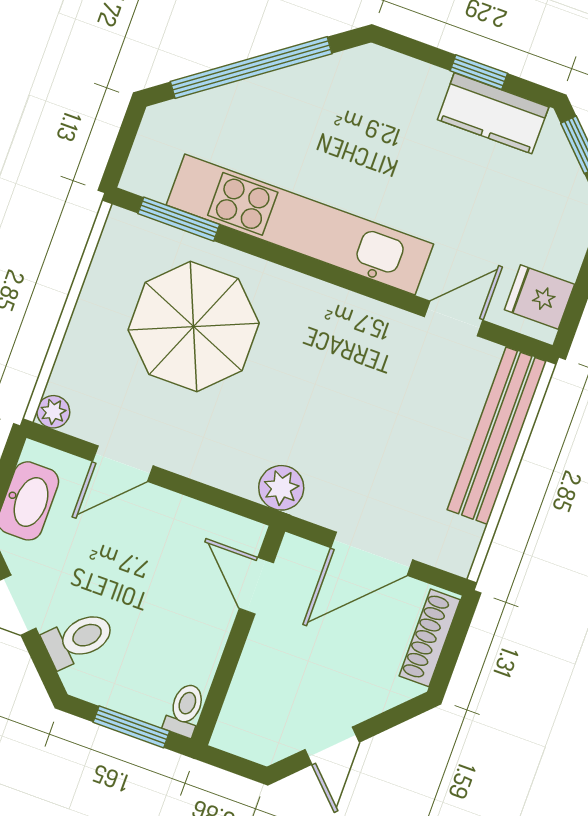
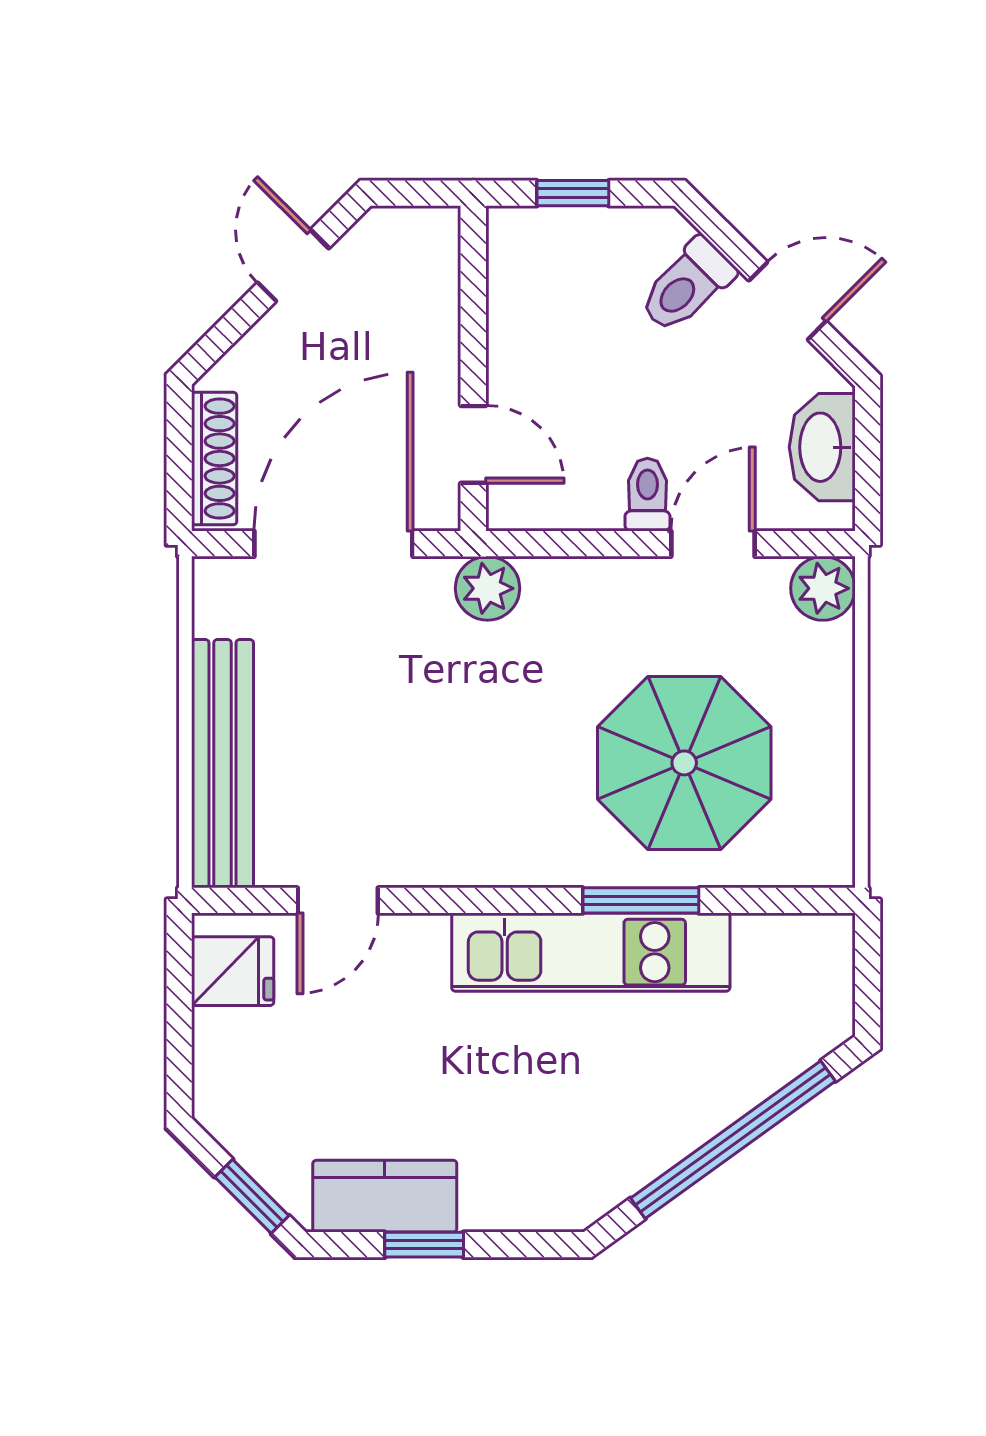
window: (179, 219) -> (641, 900), moved
kitchen unit: (300, 225) -> (591, 952), width x0.73
plant: (53, 412) -> (823, 588), width x1.38, depth x1.38
door: (372, 554) -> (333, 544), width x1.36
toilet: (185, 710) -> (647, 495), moved, turned 180
window: (131, 727) -> (573, 193), width x0.67

